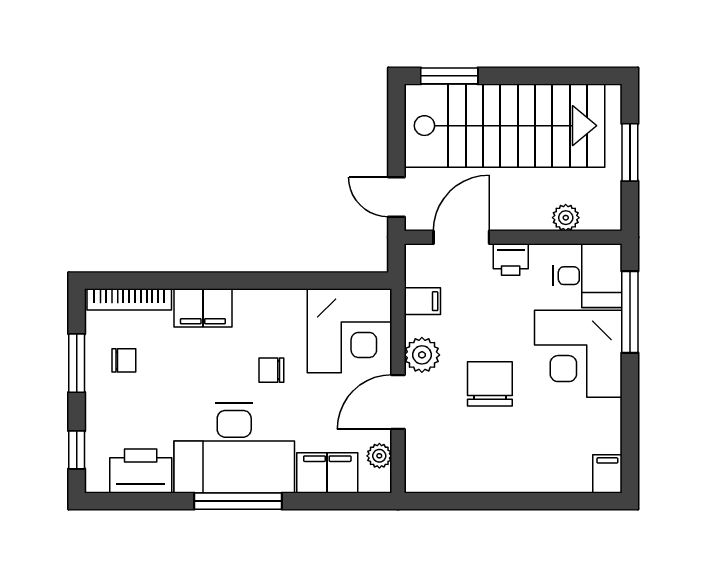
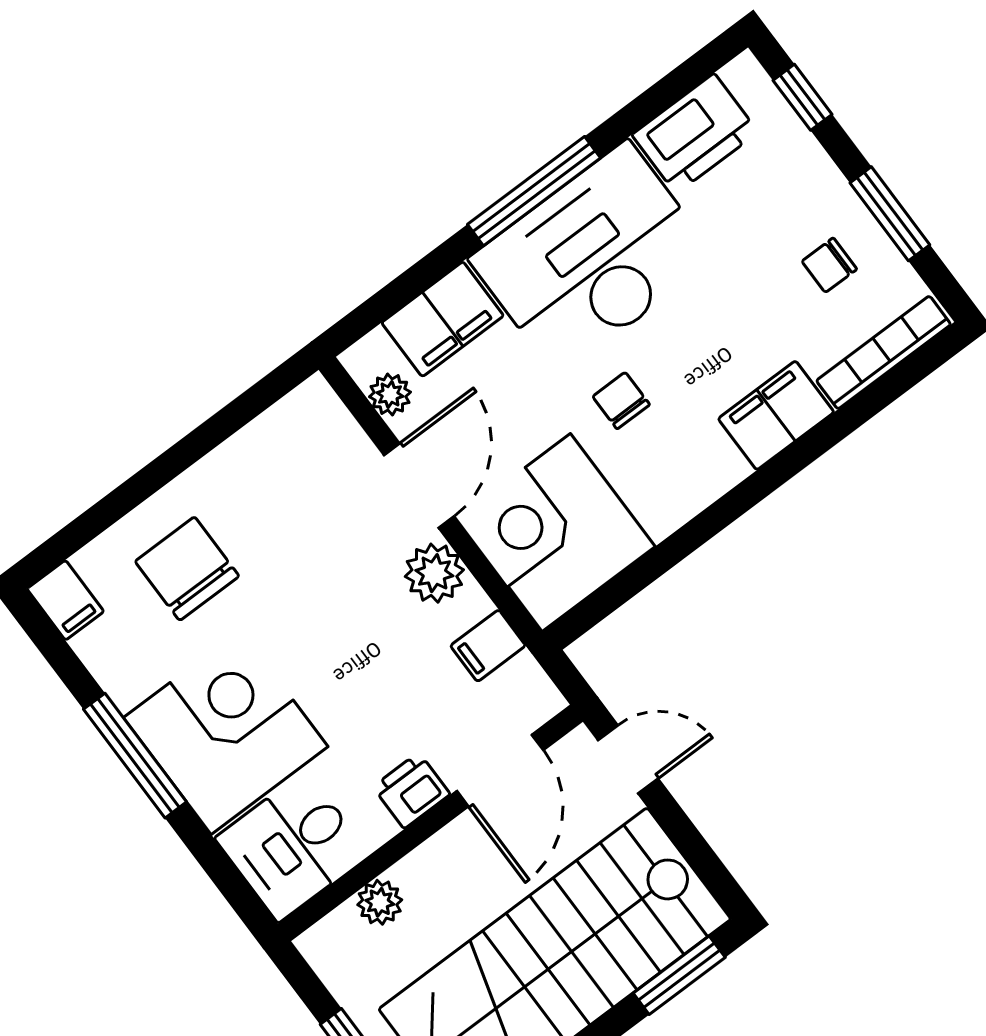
window: (630, 312) -> (135, 756), moved
chair: (271, 370) -> (621, 401), turned -90
chair: (490, 384) -> (187, 569), moved, turned 180

